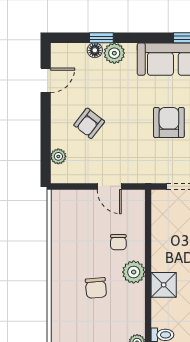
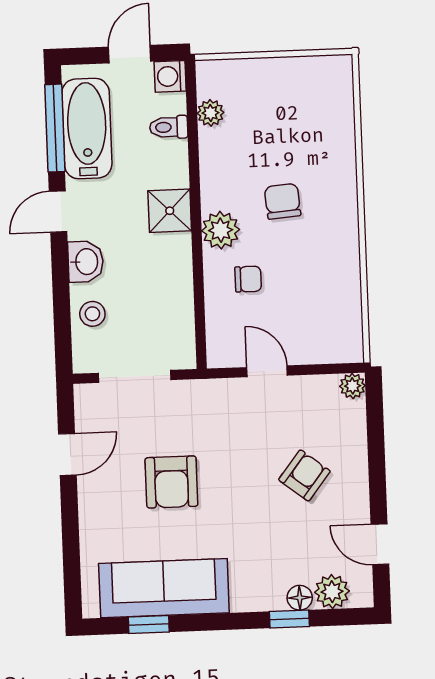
plant: (114, 53) -> (332, 592), moved
door: (46, 80) -> (380, 544), hinge flipped
plant: (58, 156) -> (353, 386), moved
chair: (118, 242) -> (248, 279), turned 90

